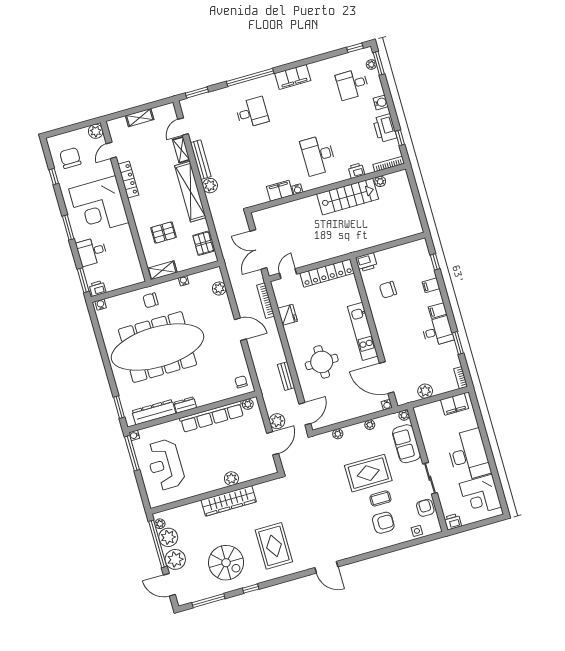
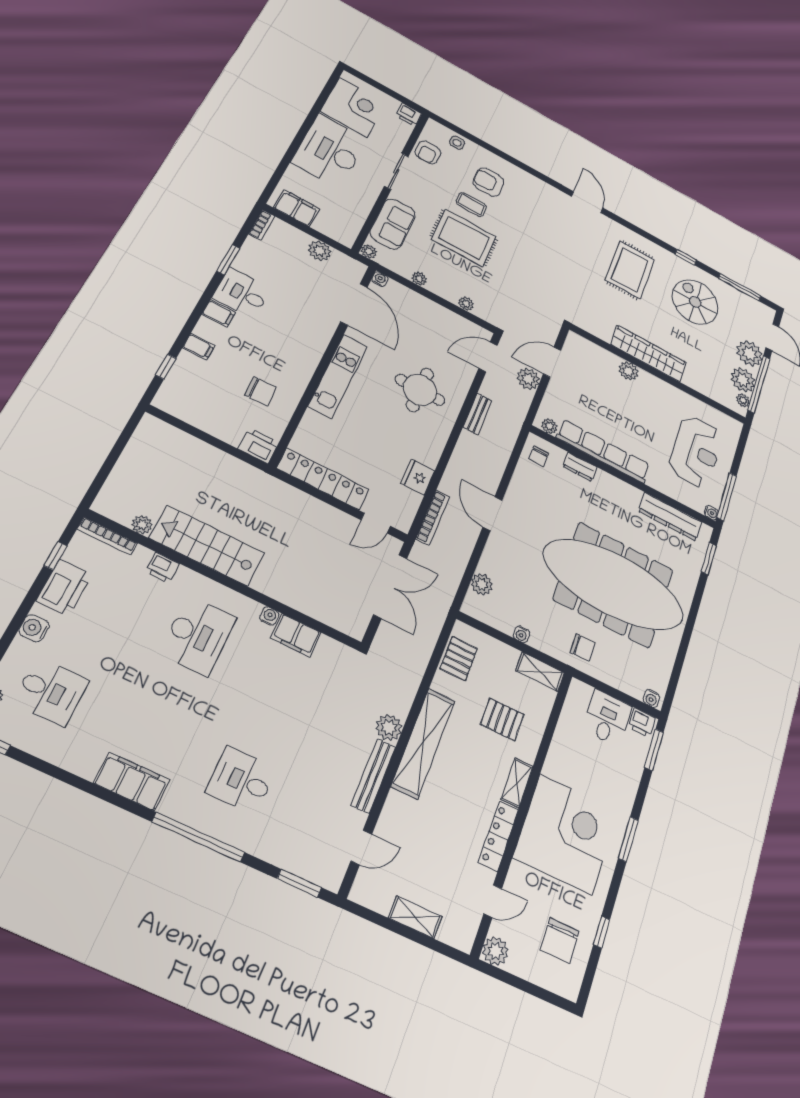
shelving: (181, 150) -> (517, 783), moved
desk: (92, 251) -> (607, 718), moved, turned -90
dresser: (185, 405) -> (580, 467), moved

